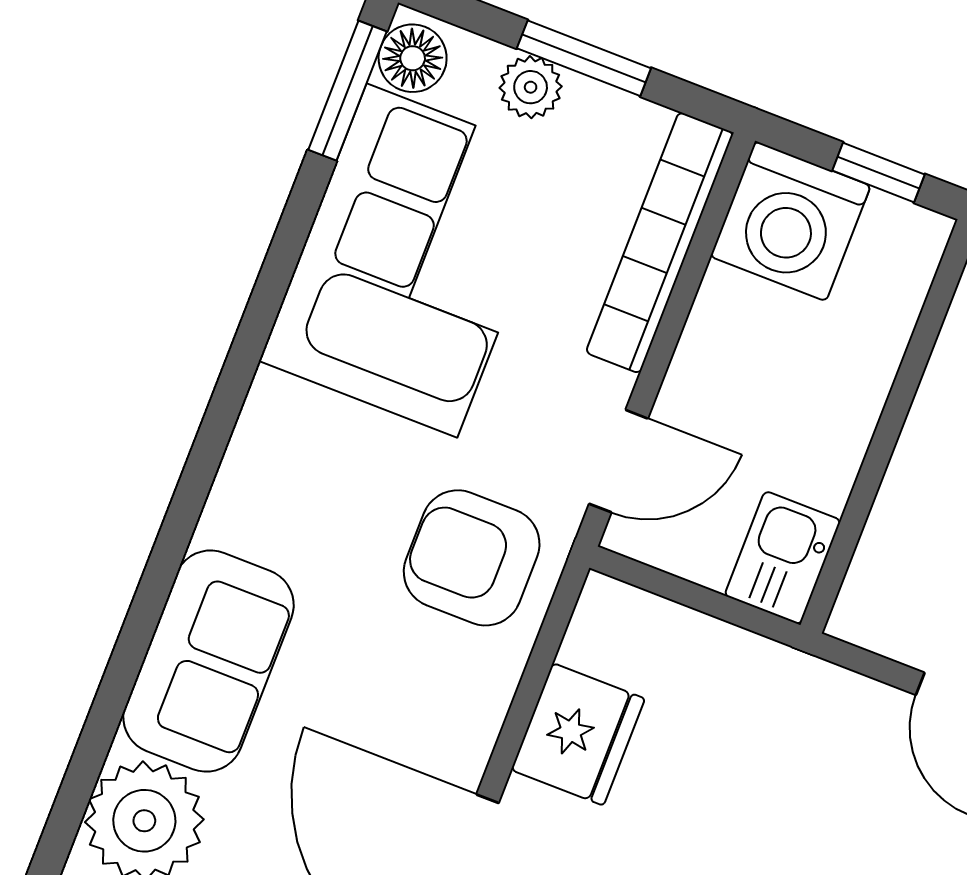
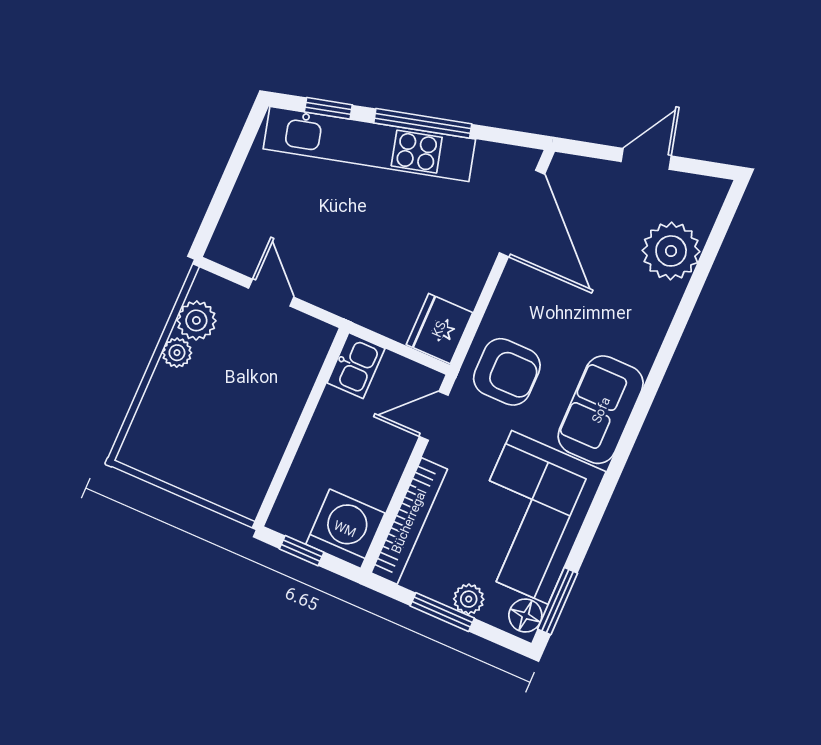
sofa: (208, 661) -> (601, 410), moved
fridge: (578, 734) -> (439, 329), moved

